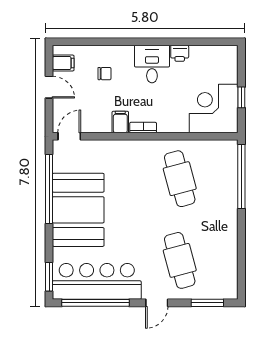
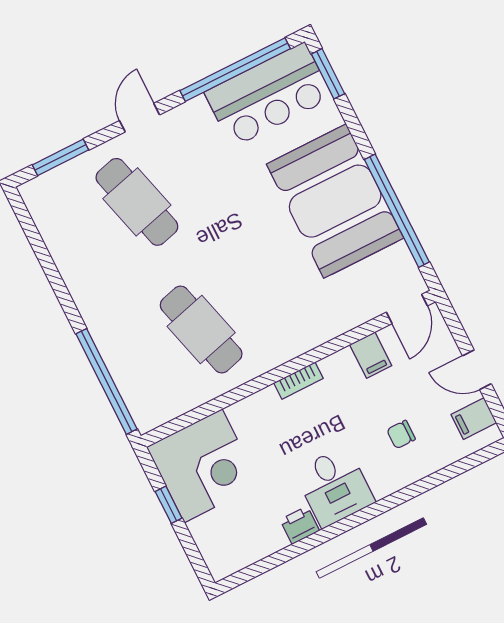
filing cabinet: (120, 122) -> (371, 355), moved
bar counter: (97, 281) -> (268, 95), width x0.73

